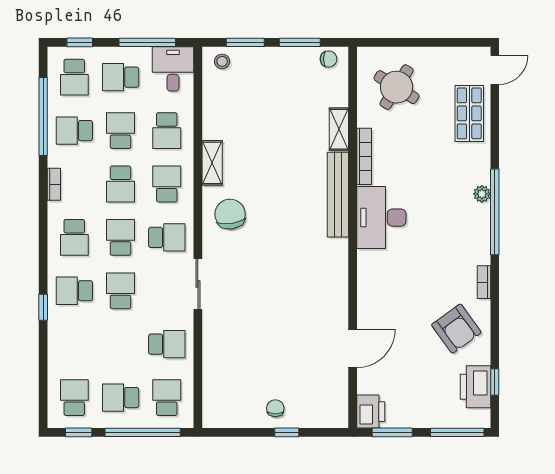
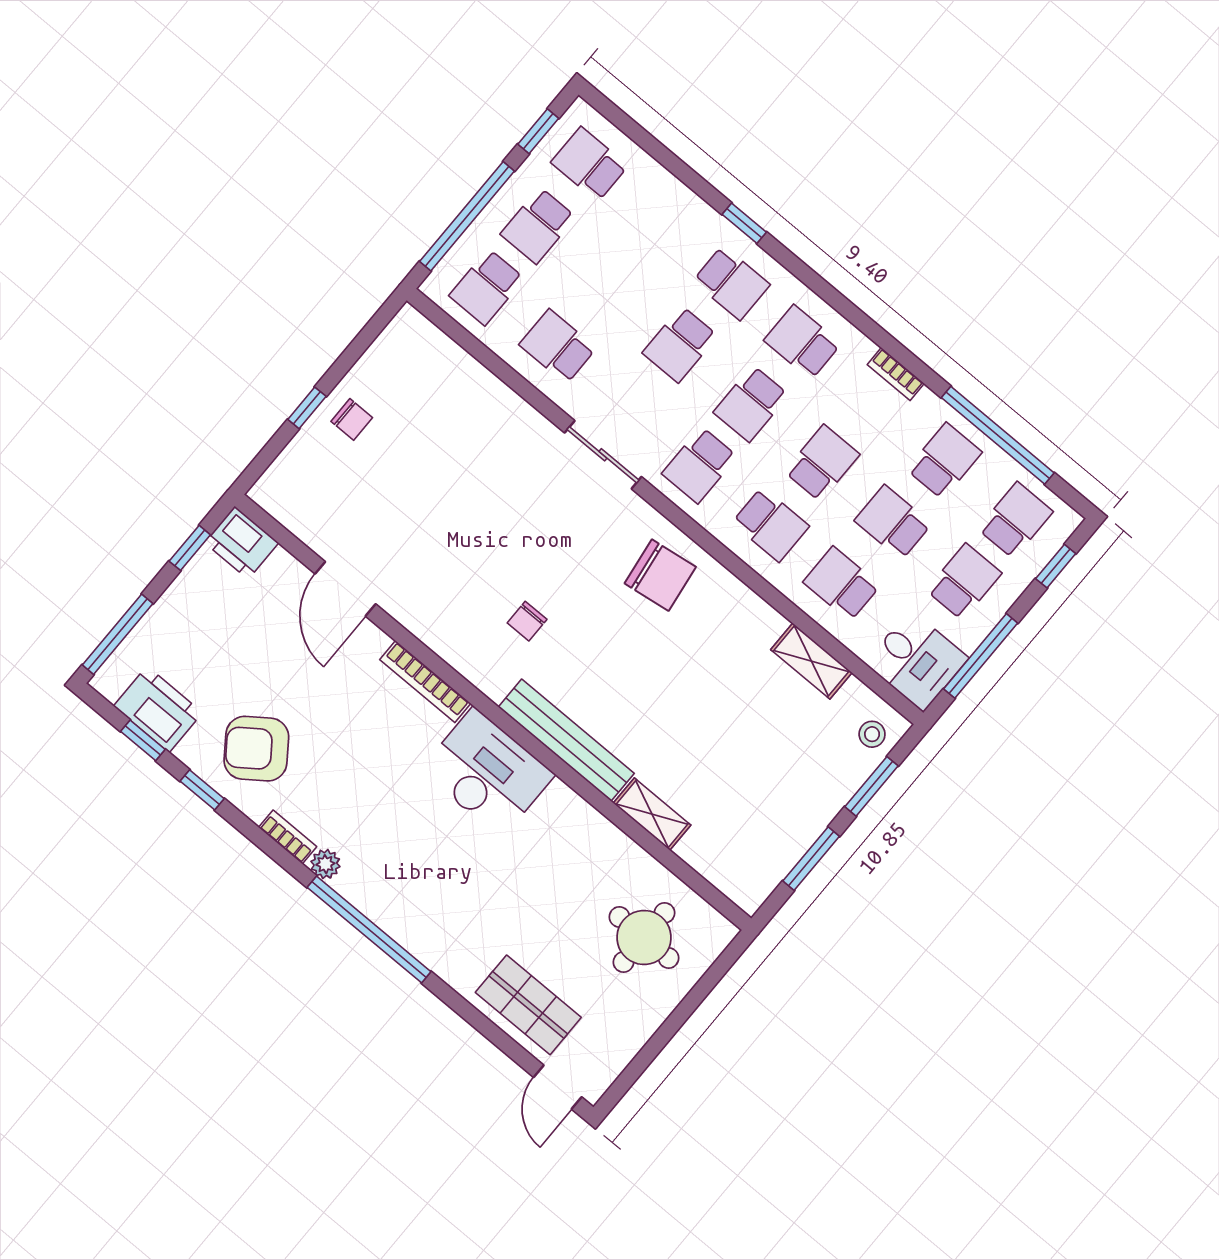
chair: (329, 59) -> (527, 621), moved
school desk: (74, 77) -> (1015, 520), turned 90
round table: (397, 87) -> (644, 937), turned -32
school desk: (121, 131) -> (893, 522), turned 180
bookcase: (364, 156) -> (425, 682), moved
shelving: (212, 163) -> (811, 661), moved
school desk: (121, 184) -> (822, 463), turned 90
plant: (482, 194) -> (325, 864), moved
school desk: (121, 237) -> (751, 404), turned 90
school desk: (74, 291) -> (731, 283), turned 90
school desk: (121, 291) -> (680, 344), turned 90
window: (495, 337) -> (202, 790), added
school desk: (167, 344) -> (558, 346), turned 90
school desk: (74, 398) -> (589, 164), turned 180
school desk: (121, 398) -> (538, 226), turned 180
school desk: (167, 398) -> (487, 287), turned 90
window: (392, 432) -> (190, 548), width x0.67

